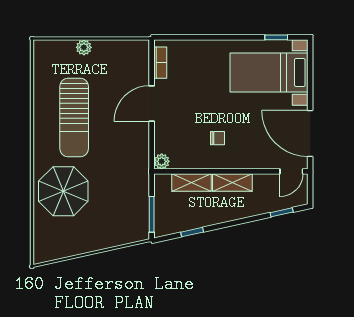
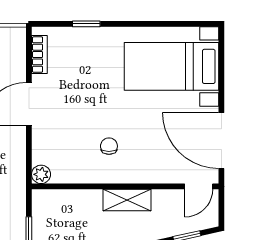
window: (276, 37) -> (86, 24), moved
chair: (218, 138) -> (109, 146), turned -90
shelving: (192, 182) -> (77, 200), removed

